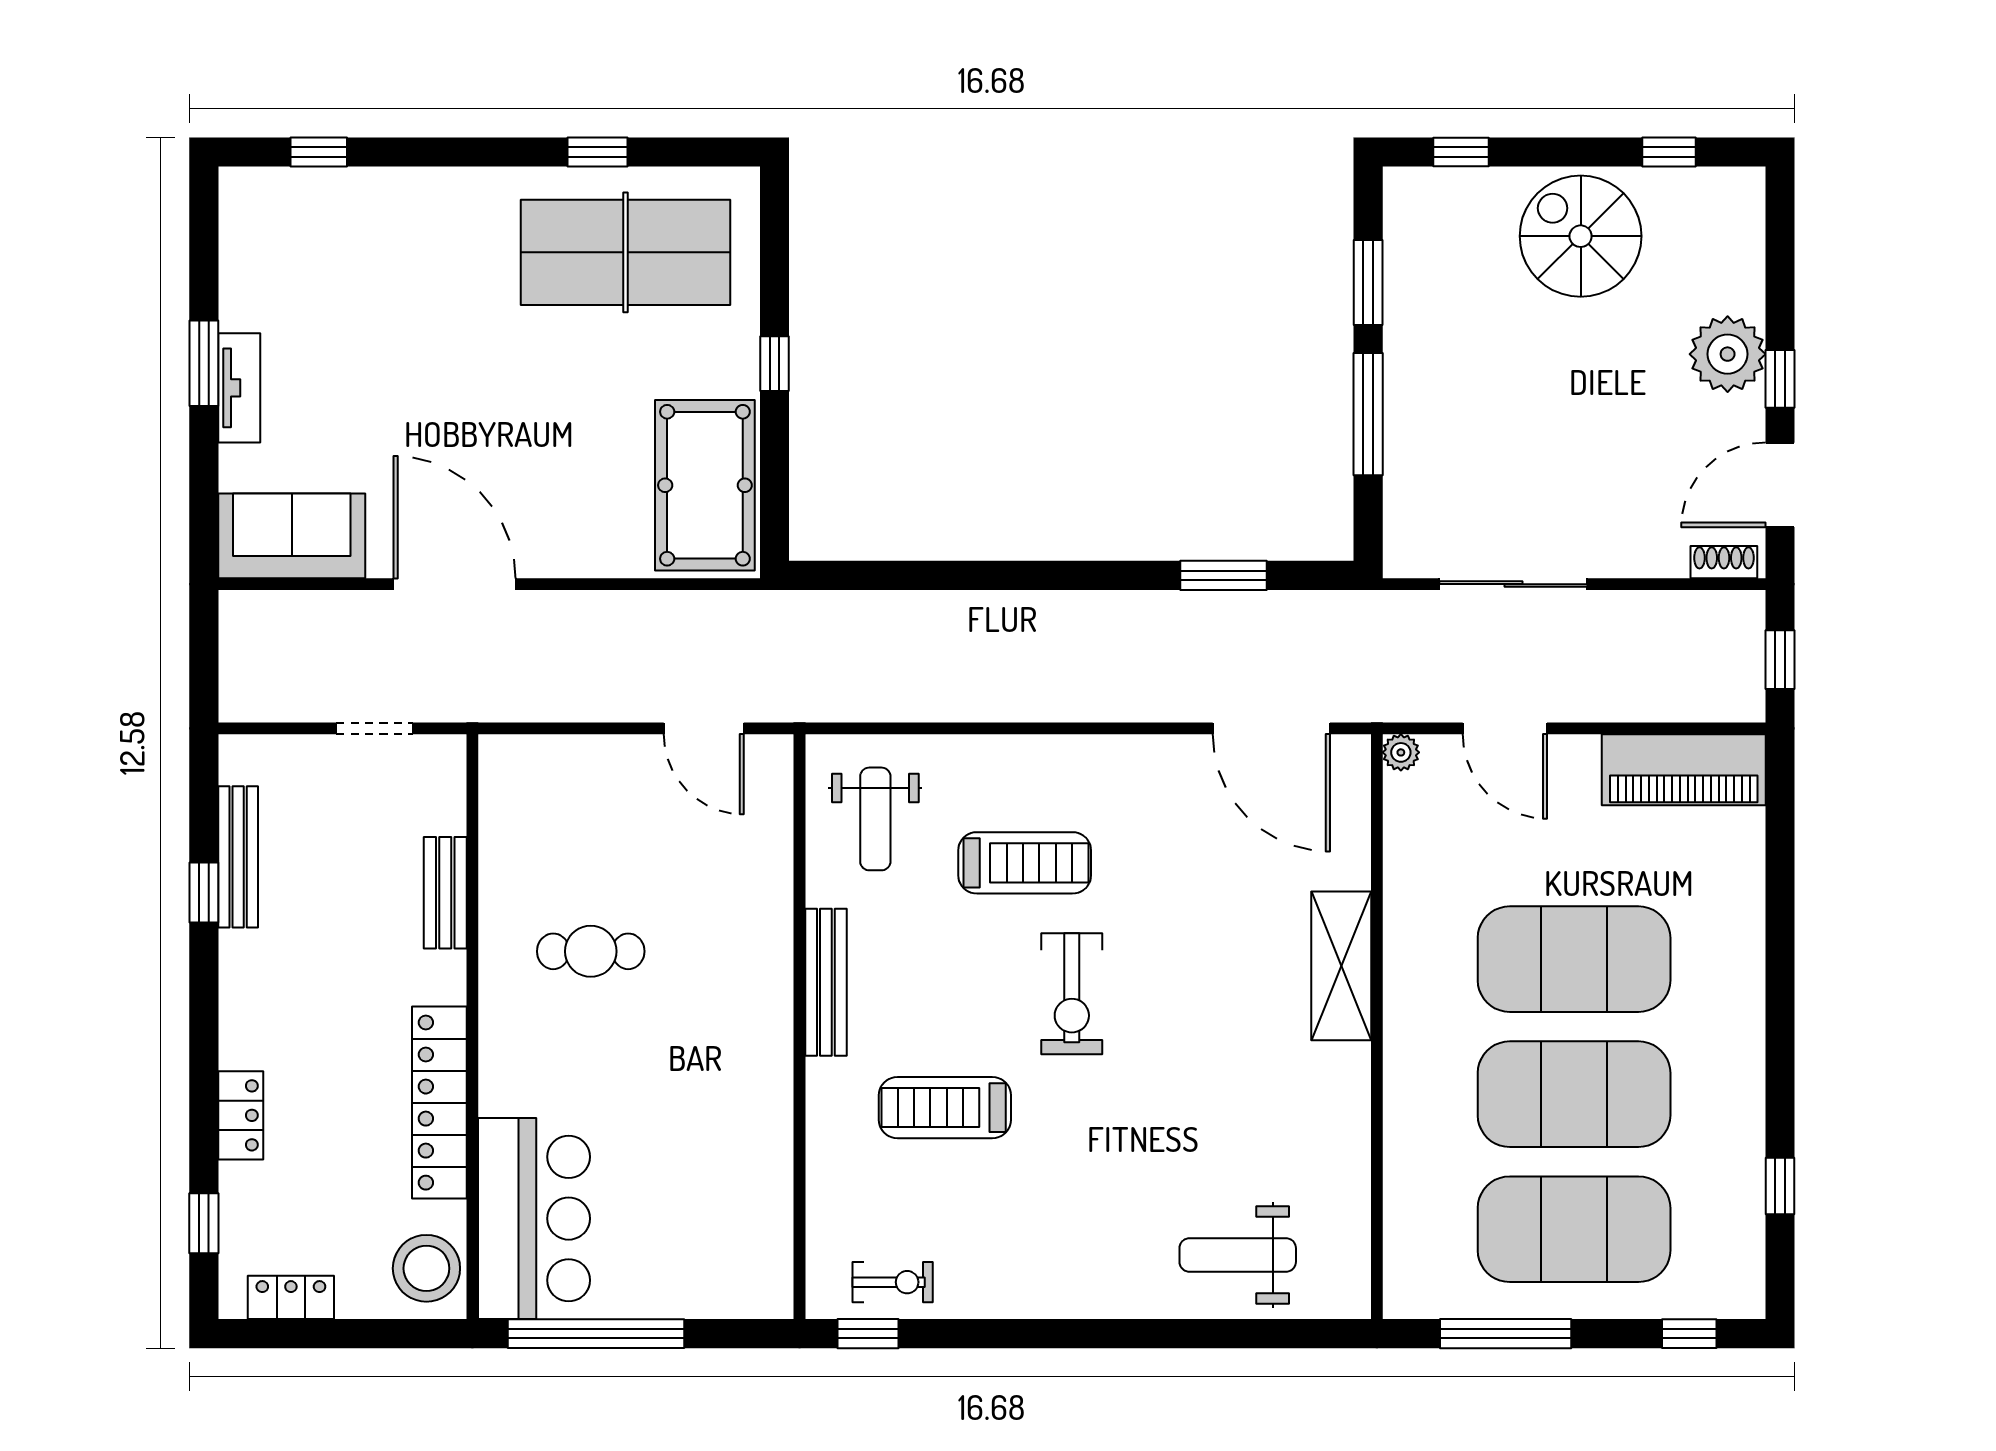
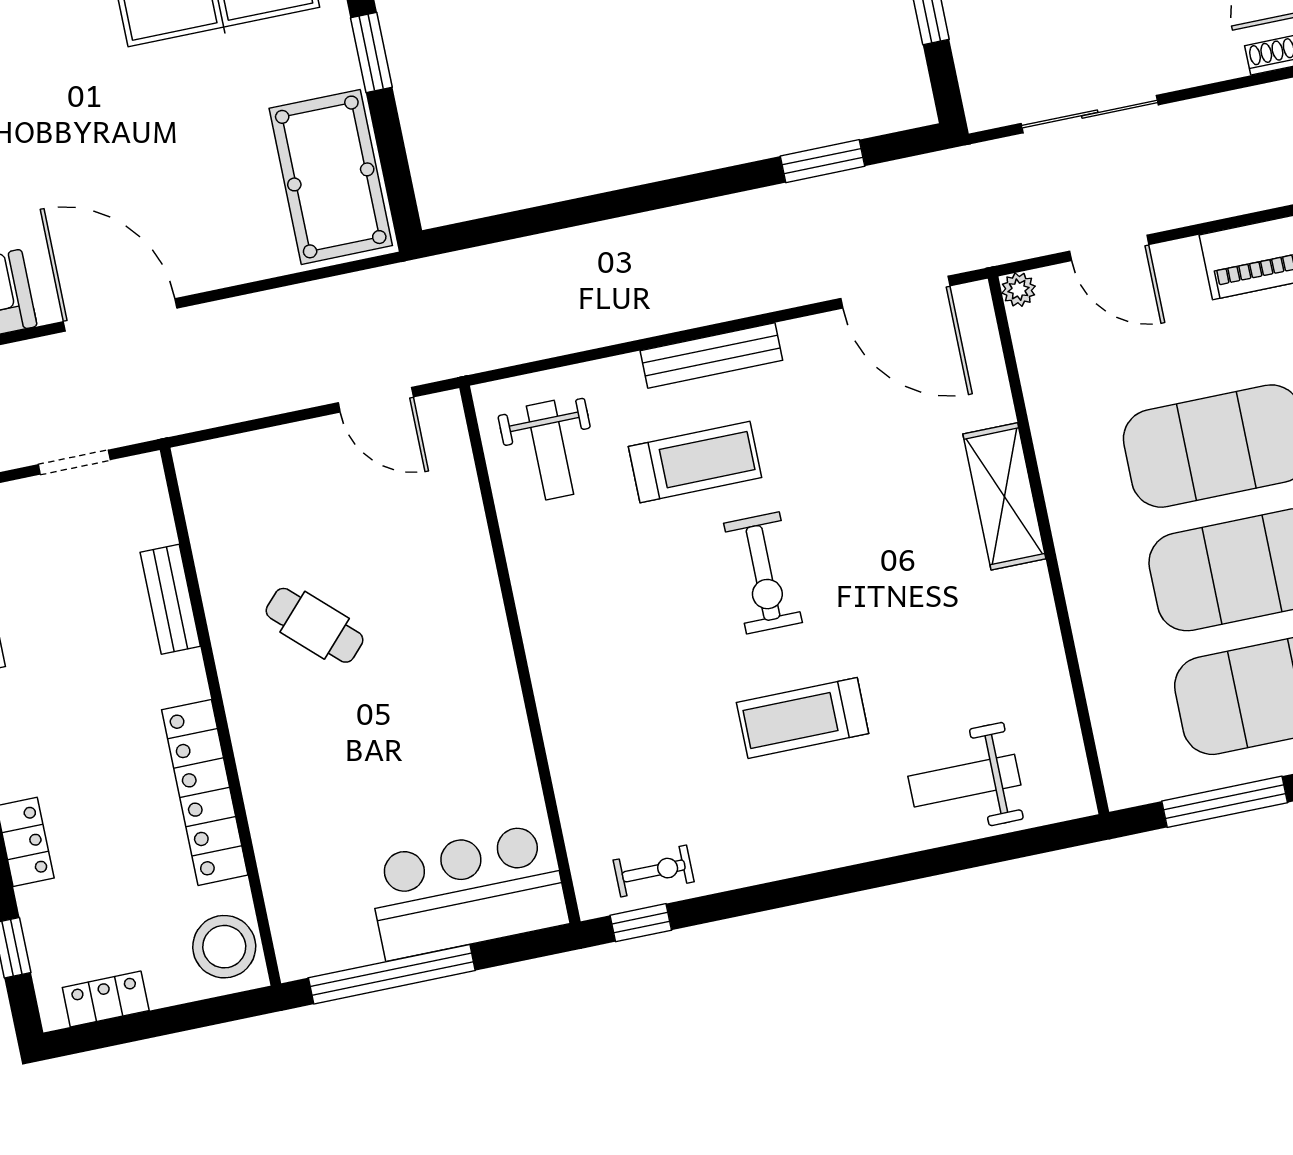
window: (774, 364) -> (371, 52), width x1.50
cafe table: (591, 951) -> (315, 625), turned 43
bench: (826, 982) -> (711, 355), moved, turned 90
treadmill: (945, 1108) -> (803, 718), moved
bar counter: (534, 1219) -> (467, 891), moved, turned -90

